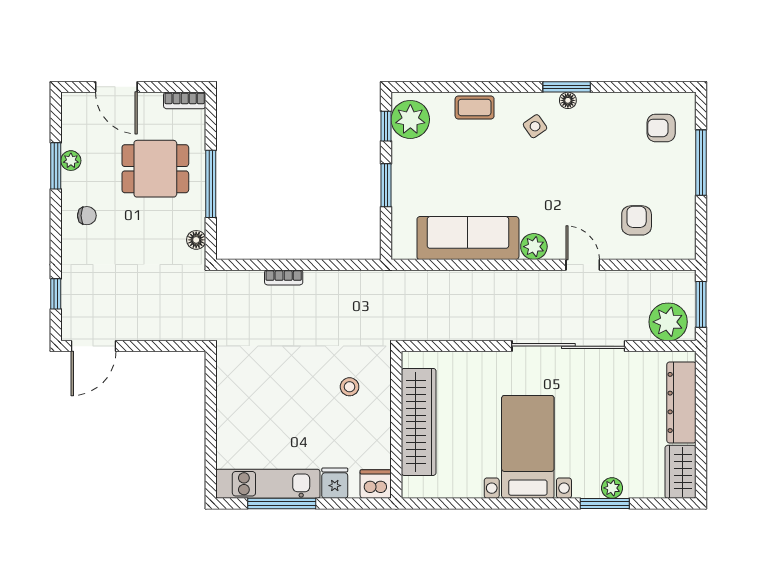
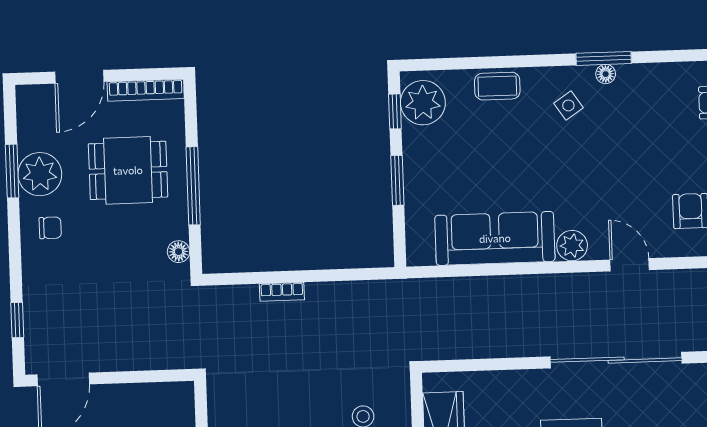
door: (116, 87) -> (79, 77), hinge flipped
bookcase: (185, 100) -> (146, 90), width x1.56
plant: (71, 161) -> (40, 174), width x1.88, depth x1.88

